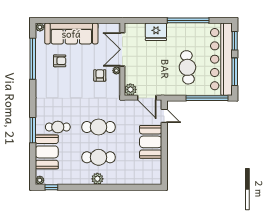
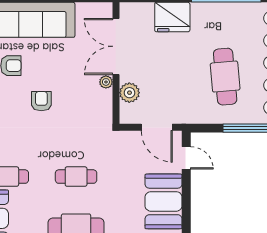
armchair: (100, 75) -> (41, 101), moved
plant: (130, 90) -> (129, 93), moved
cafe table: (99, 127) -> (76, 177), width x0.73, depth x0.74

